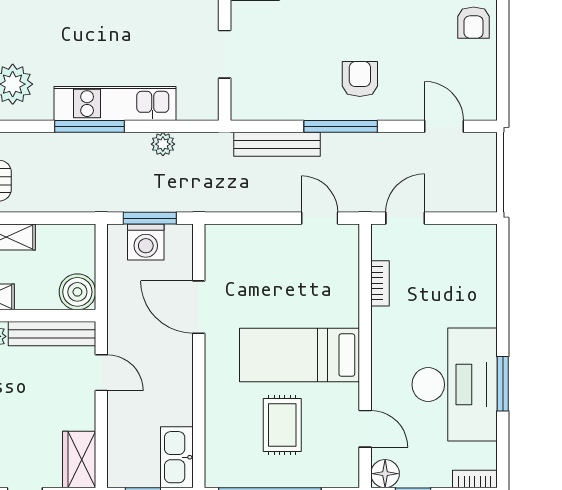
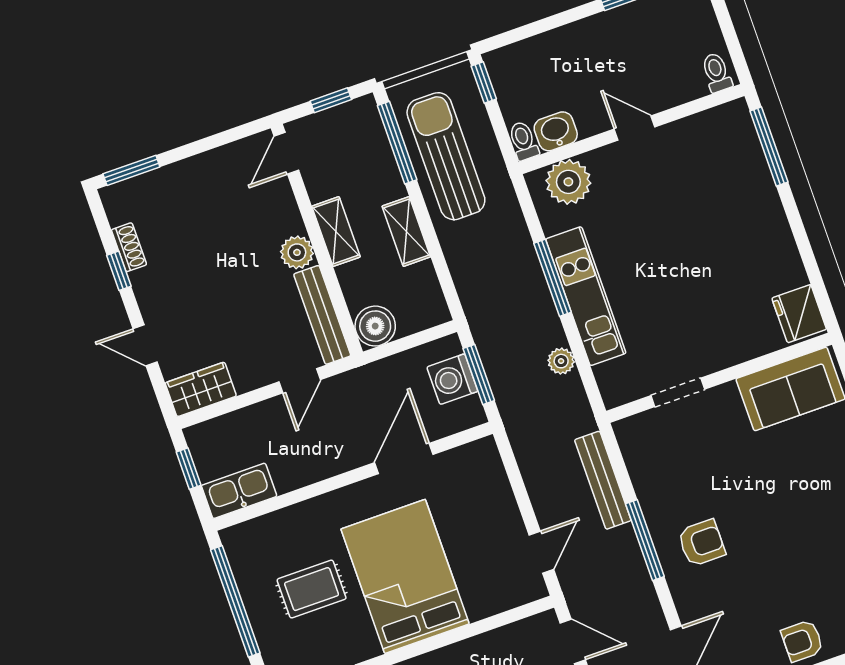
bookcase: (380, 283) -> (495, 639), removed
bed: (300, 355) -> (405, 576), width x1.50

